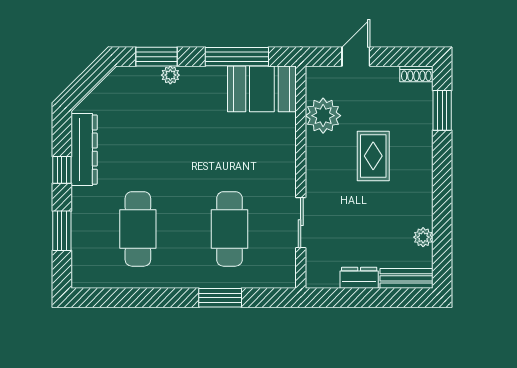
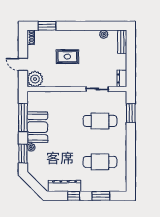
booth: (262, 89) -> (37, 127), moved
plant: (323, 116) -> (35, 79), moved
dresser: (359, 278) -> (122, 78), moved
window: (220, 298) -> (131, 113), moved

